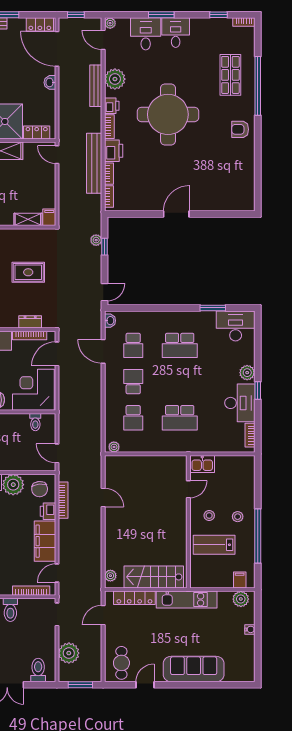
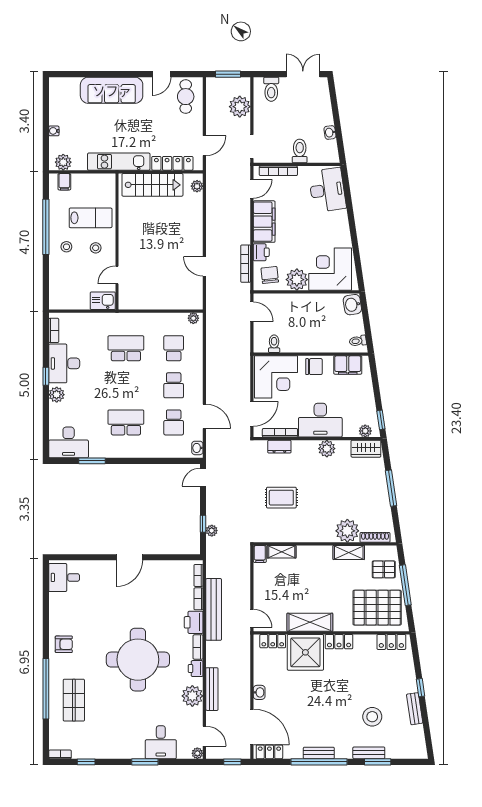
desk: (176, 33) -> (64, 577), moved, turned 90
school desk: (133, 345) -> (174, 422), turned 180

